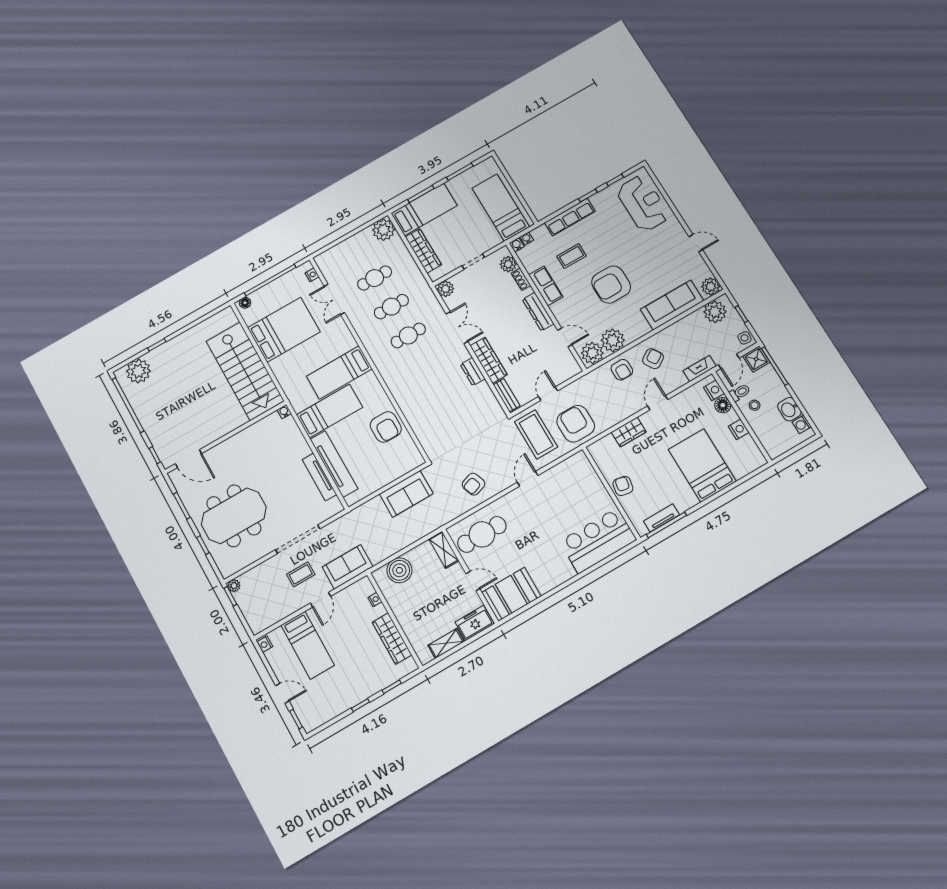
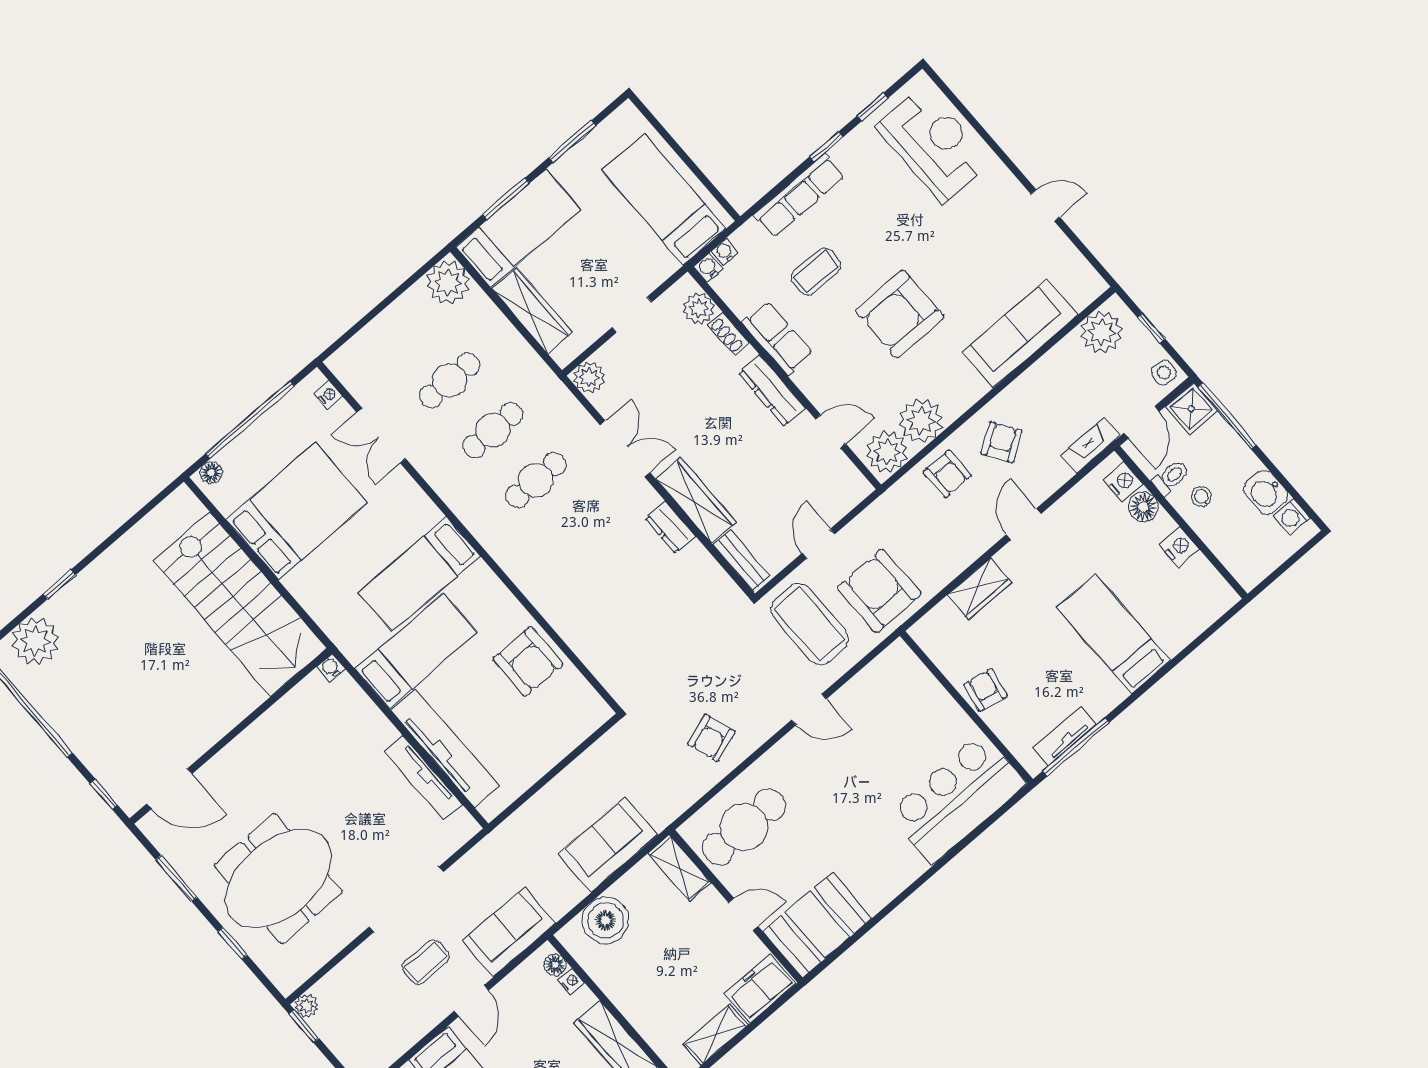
plant: (711, 286) -> (1086, 285), removed
bed: (702, 465) -> (1113, 634), width x0.67
door: (528, 479) -> (809, 709), swing flipped
sofa: (406, 494) -> (608, 845), moved, turned 180
floor lamp: (368, 589) -> (555, 965), added

